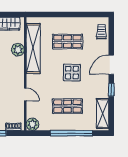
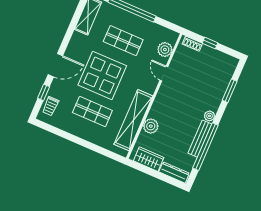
display table: (72, 73) -> (102, 75), width x1.86, depth x1.86
window: (111, 90) -> (44, 92), moved
plant: (32, 124) -> (165, 50), moved

